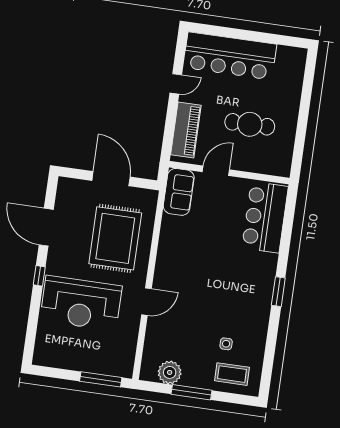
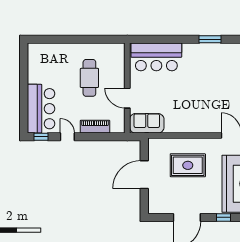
window: (181, 49) -> (41, 137), added
bar counter: (230, 56) -> (41, 109), width x0.73
piano: (186, 130) -> (95, 127), width x0.73, depth x0.75
rug: (115, 238) -> (188, 165), width x0.73, depth x0.69

